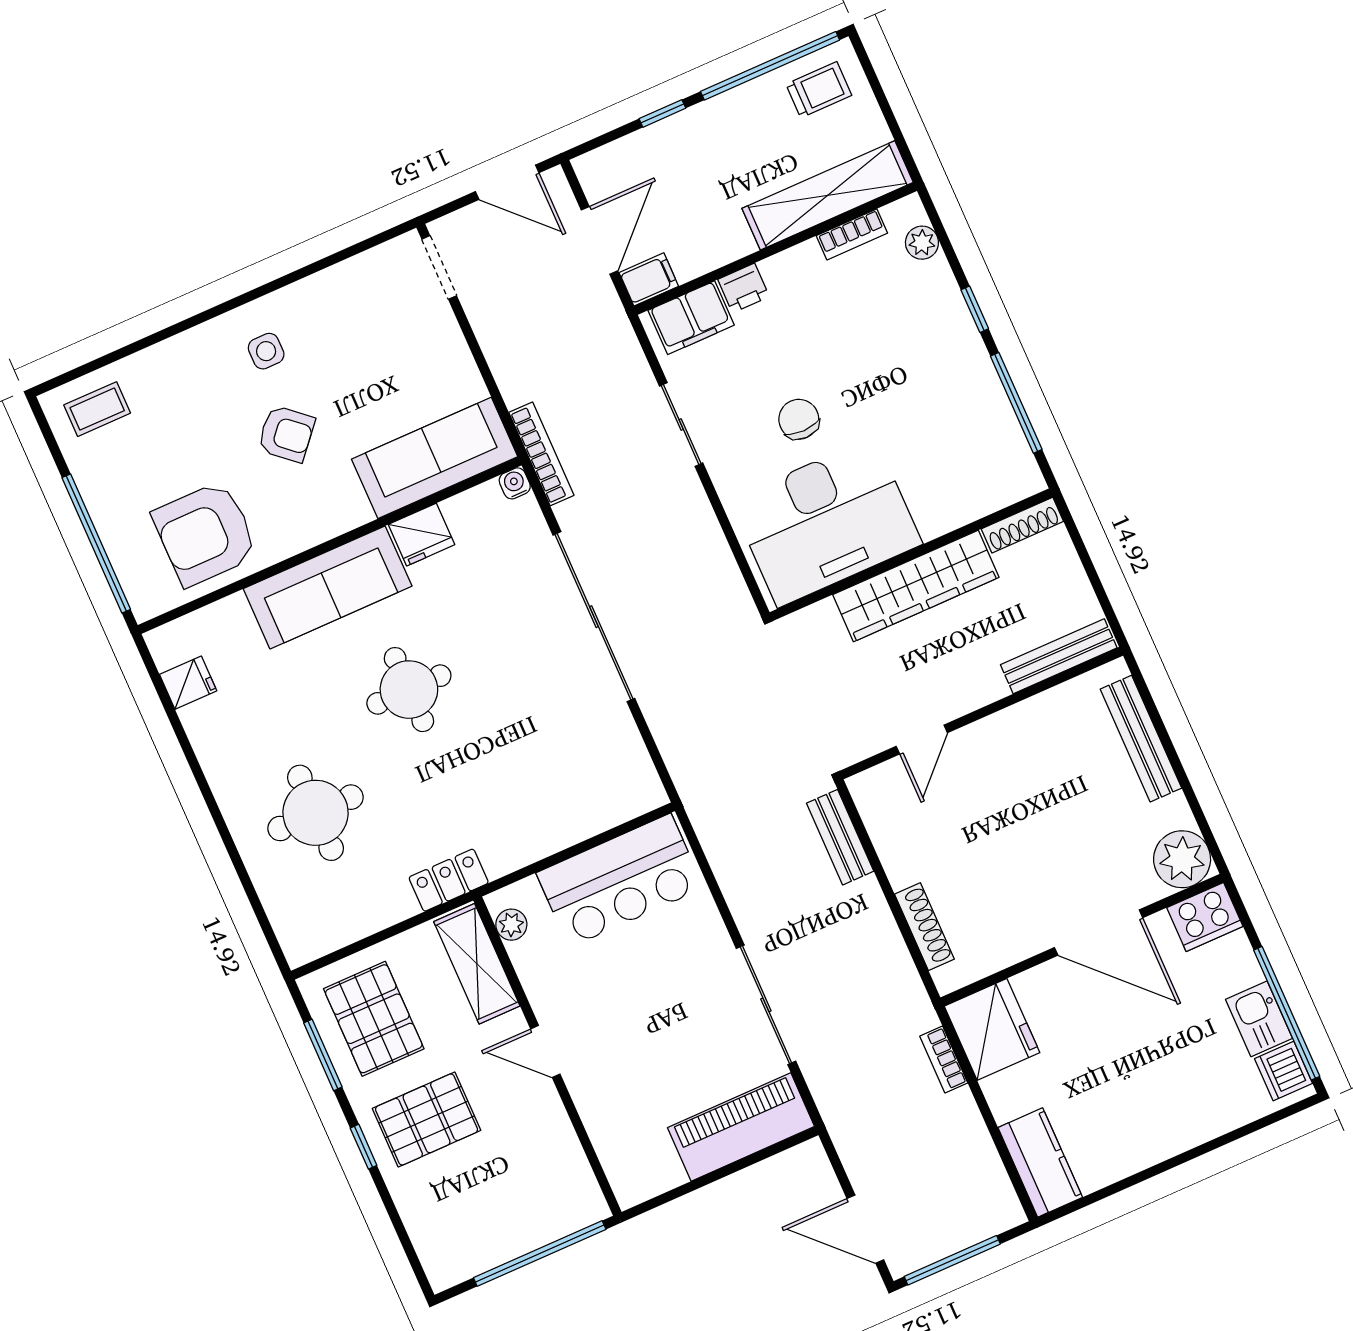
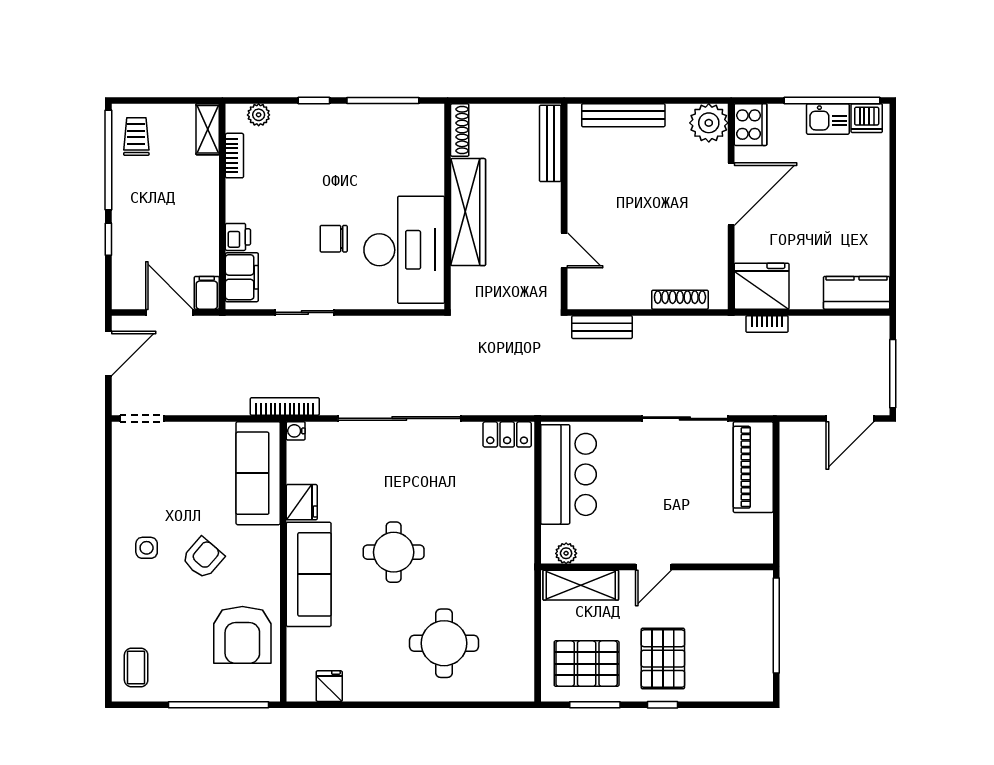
shelving: (828, 195) -> (208, 129), width x0.45, depth x0.75
locker: (449, 880) -> (507, 434), moved, turned -90

